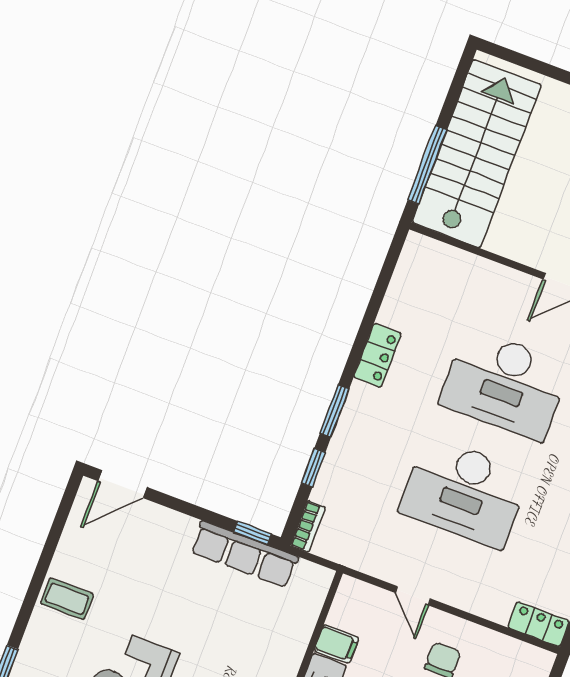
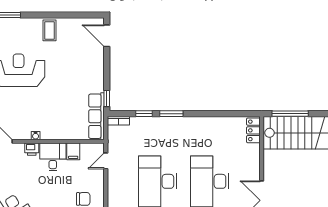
locker: (378, 355) -> (253, 130), moved, turned 90
row of seats: (244, 554) -> (96, 116), moved
door: (413, 596) -> (106, 161), moved

